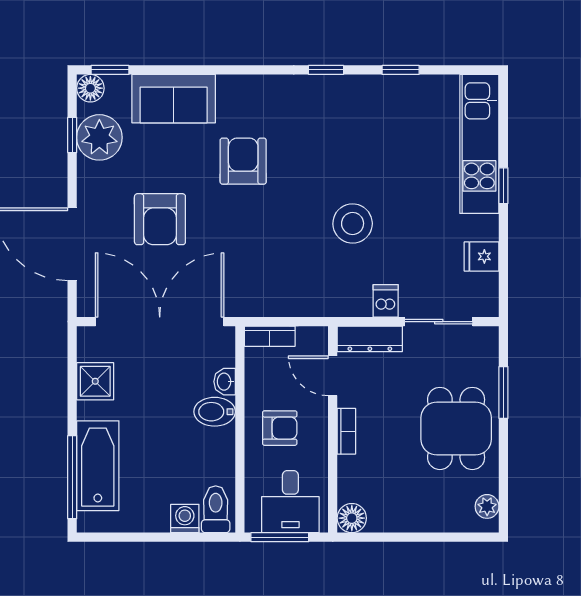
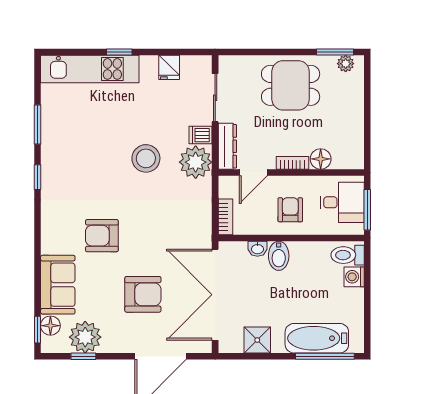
window: (401, 70) -> (38, 125), width x1.50
floor lamp: (90, 88) -> (50, 326), moved
plant: (347, 294) -> (196, 162), added
window: (503, 392) -> (335, 52), moved
floor lamp: (352, 518) -> (321, 159), moved

